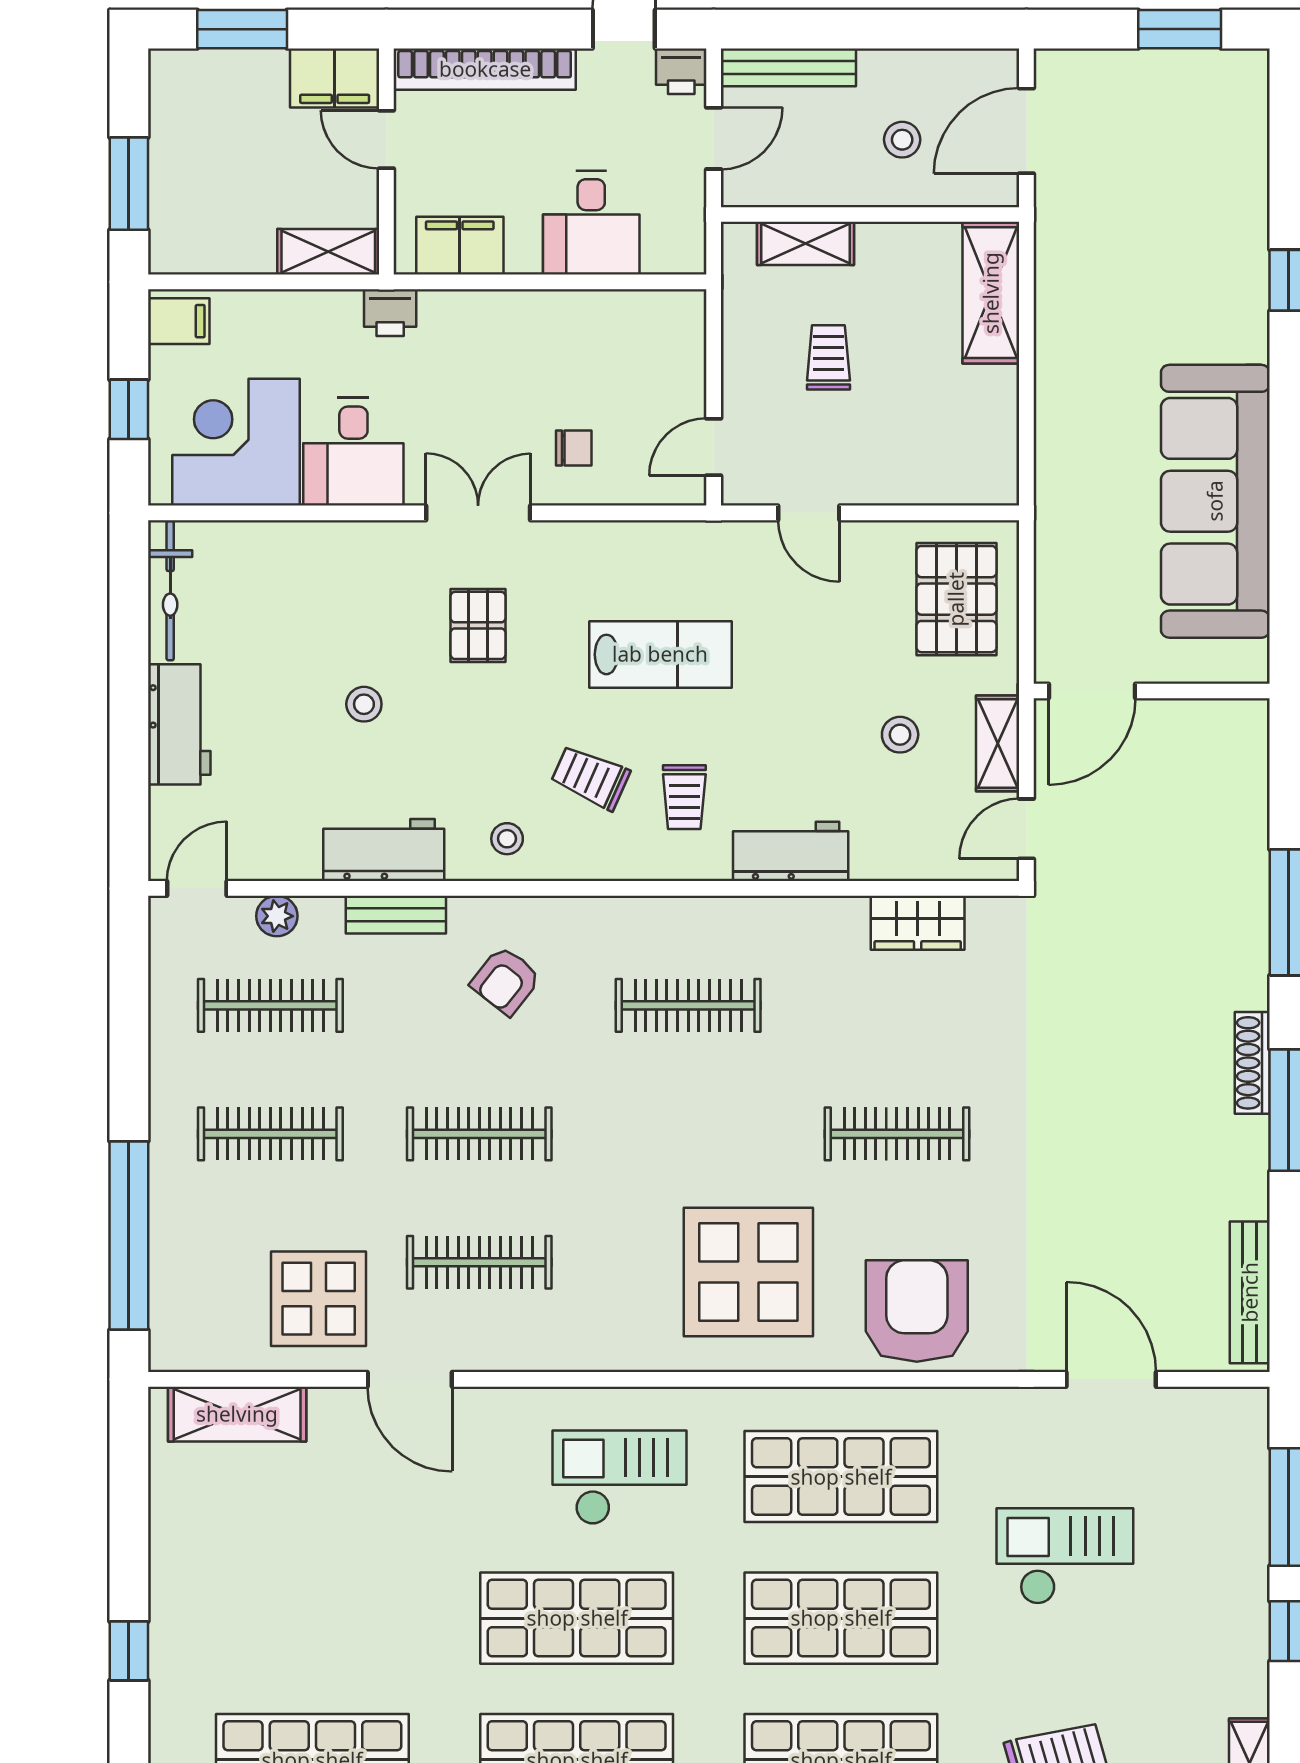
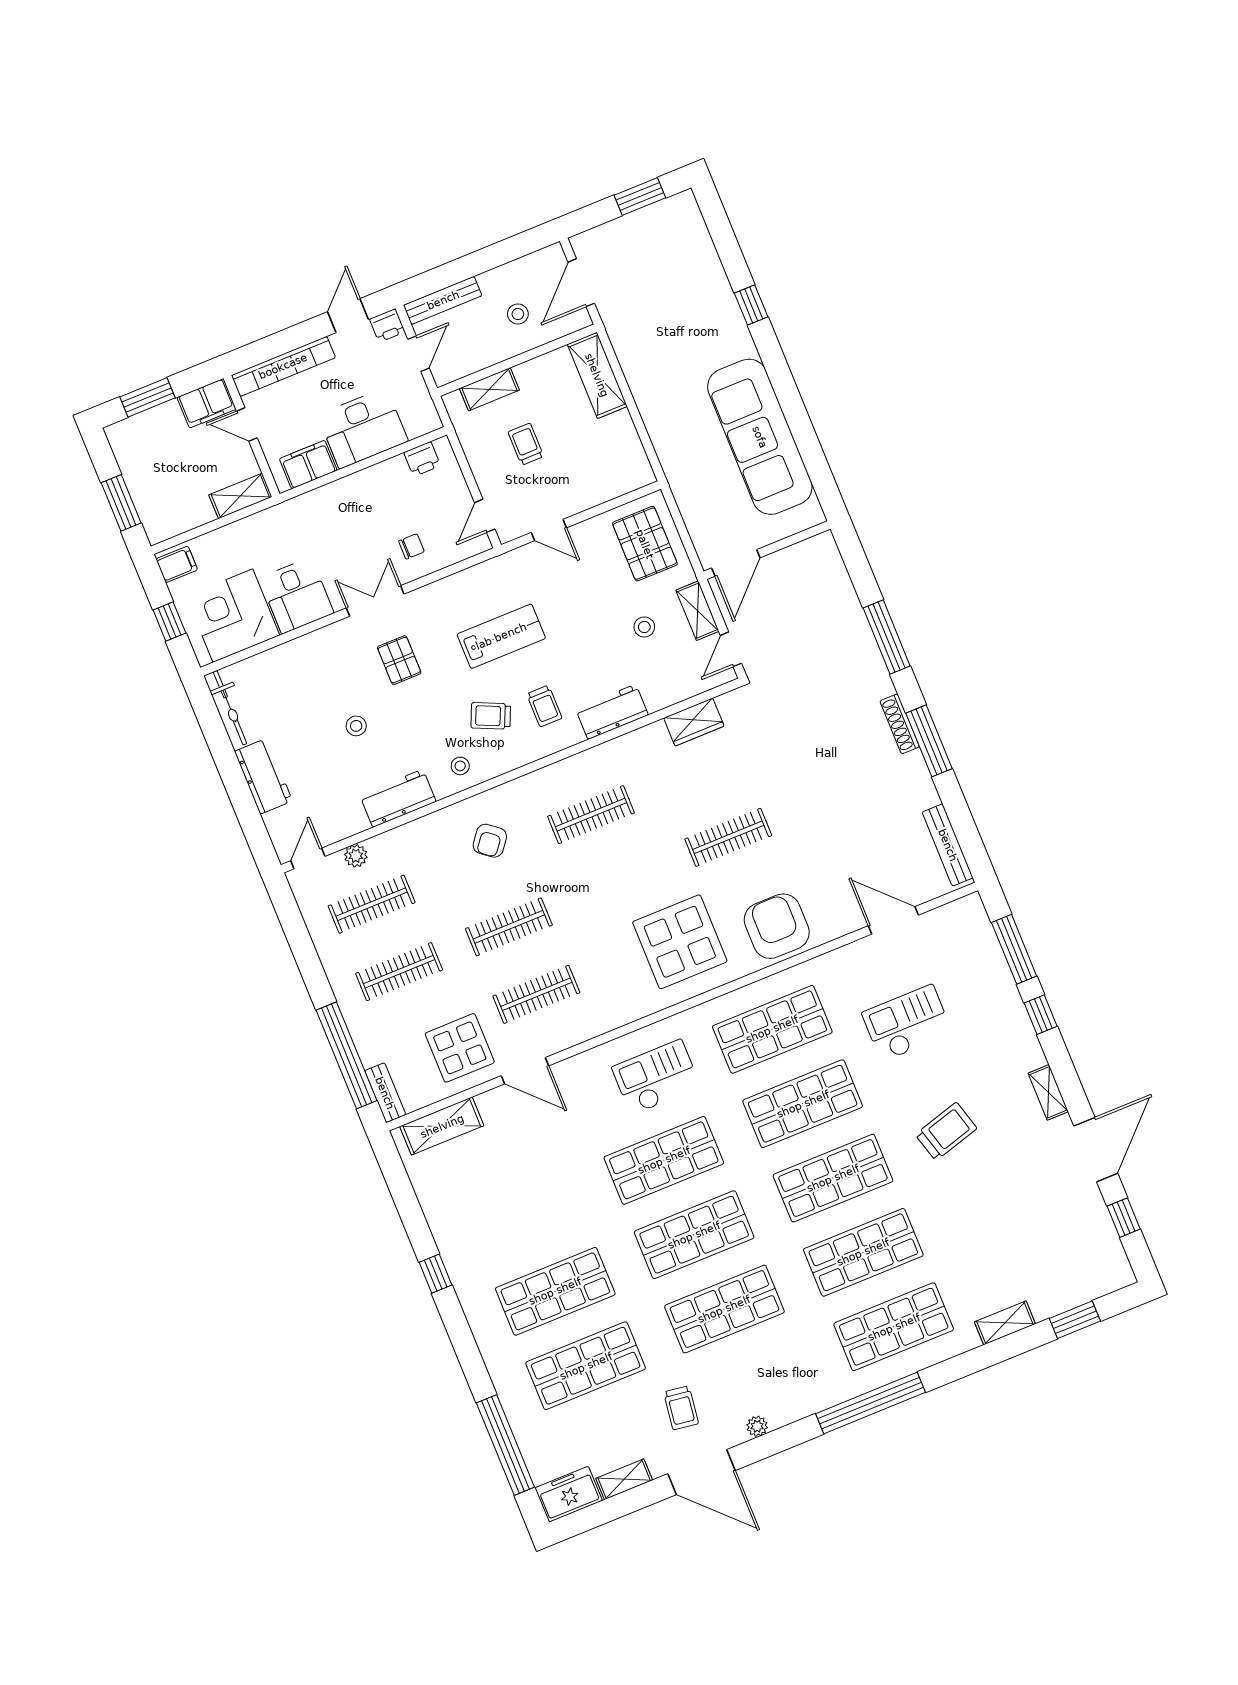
desk: (591, 223) -> (363, 428), width x1.37
printer: (390, 313) -> (422, 459), moved
bench: (396, 915) -> (385, 1093), moved, turned 90

